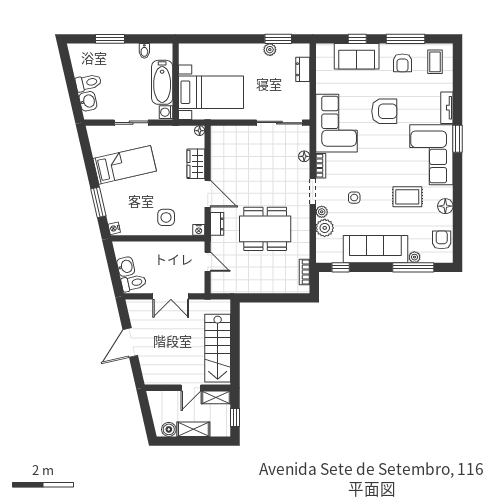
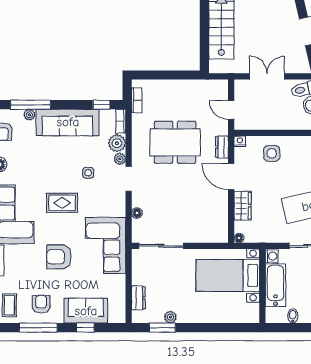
bookcase: (321, 166) -> (121, 121), moved
rug: (407, 197) -> (62, 203), moved

